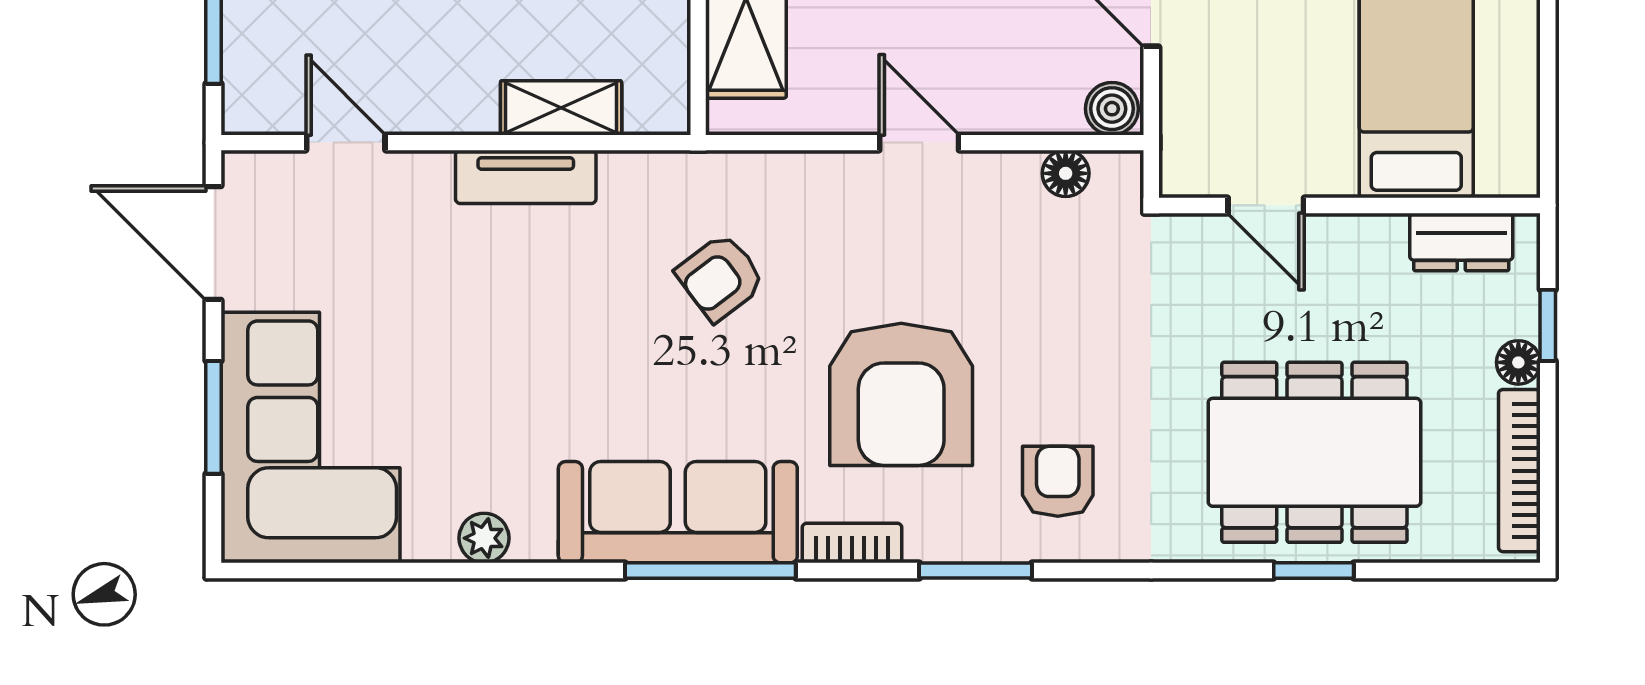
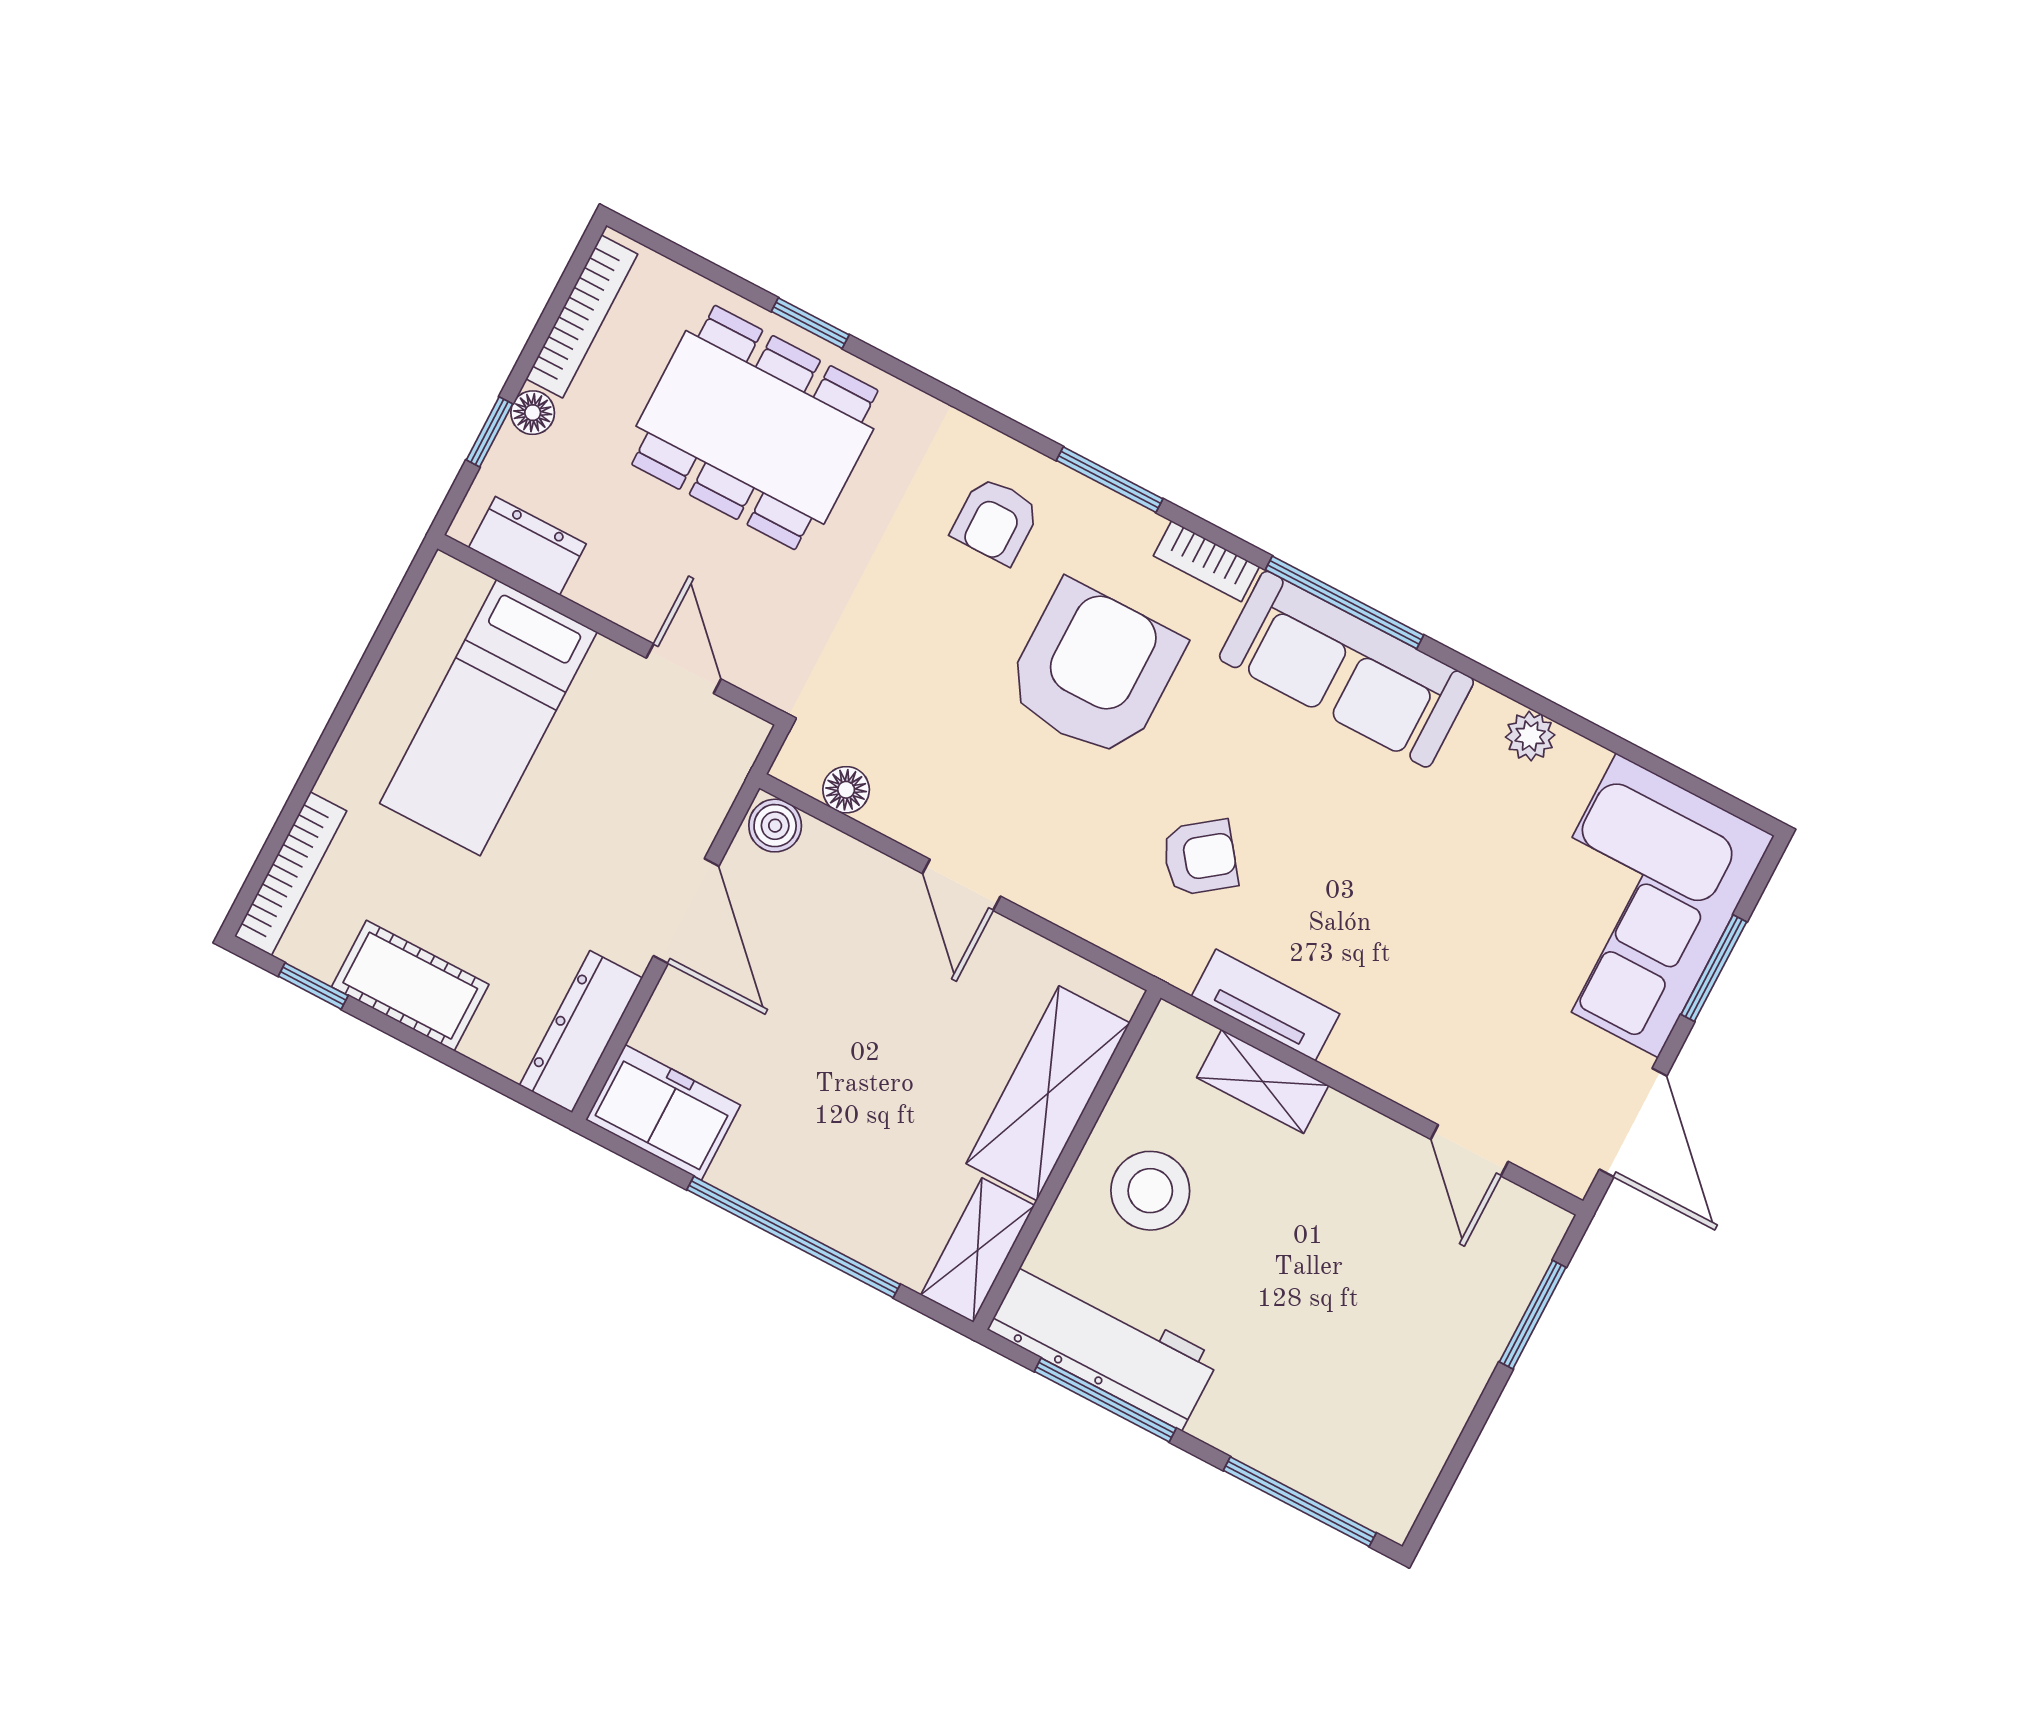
tv unit: (526, 177) -> (1266, 1005), moved

